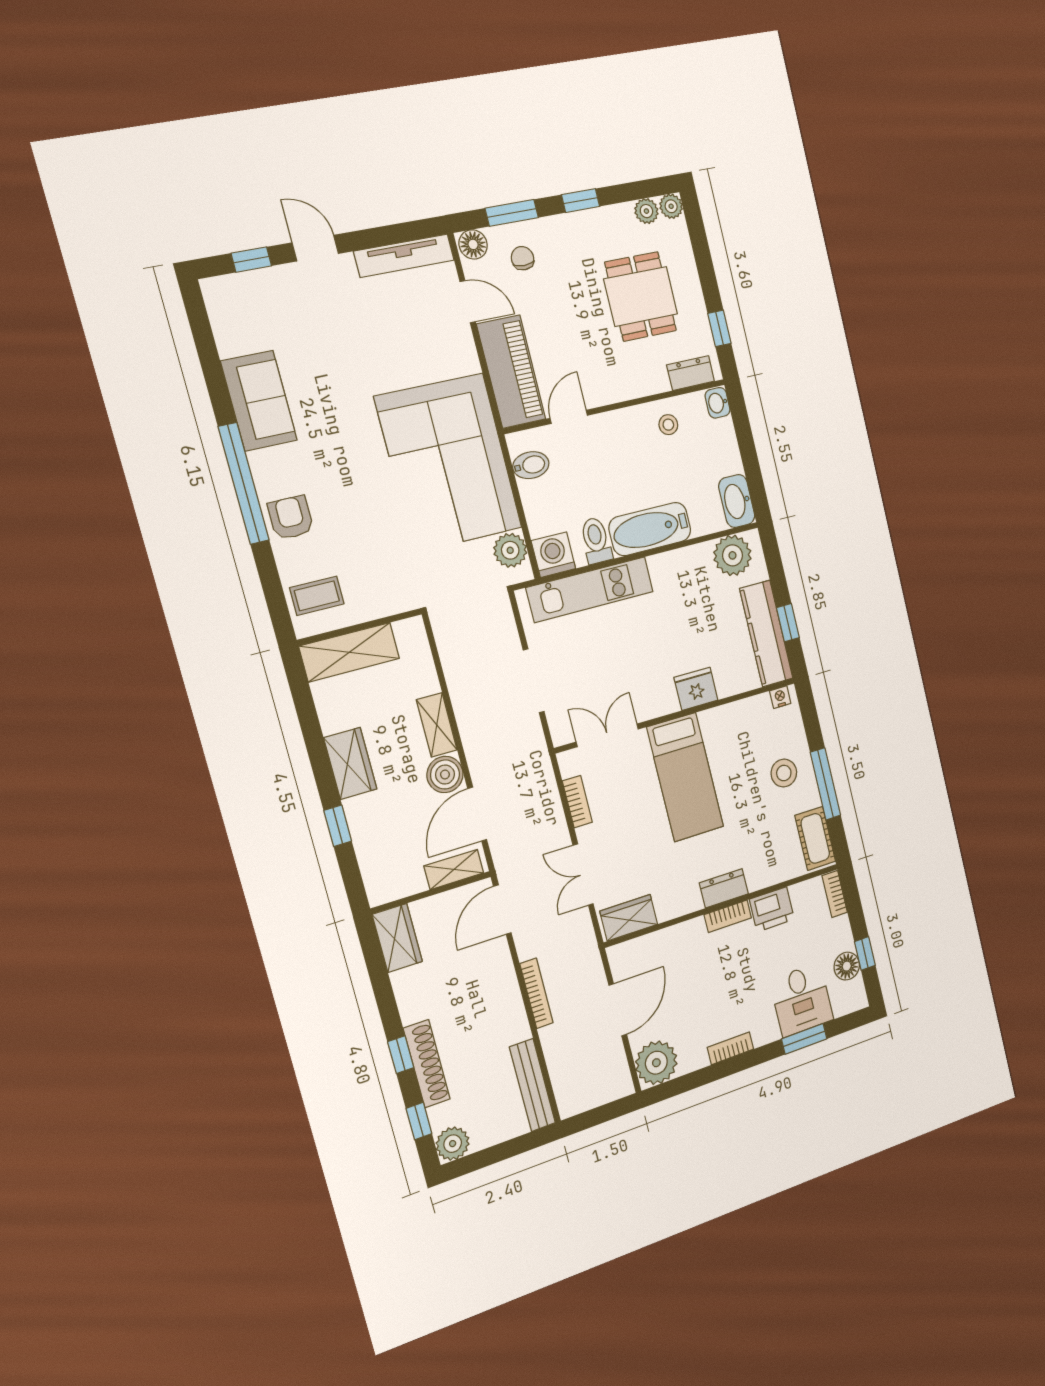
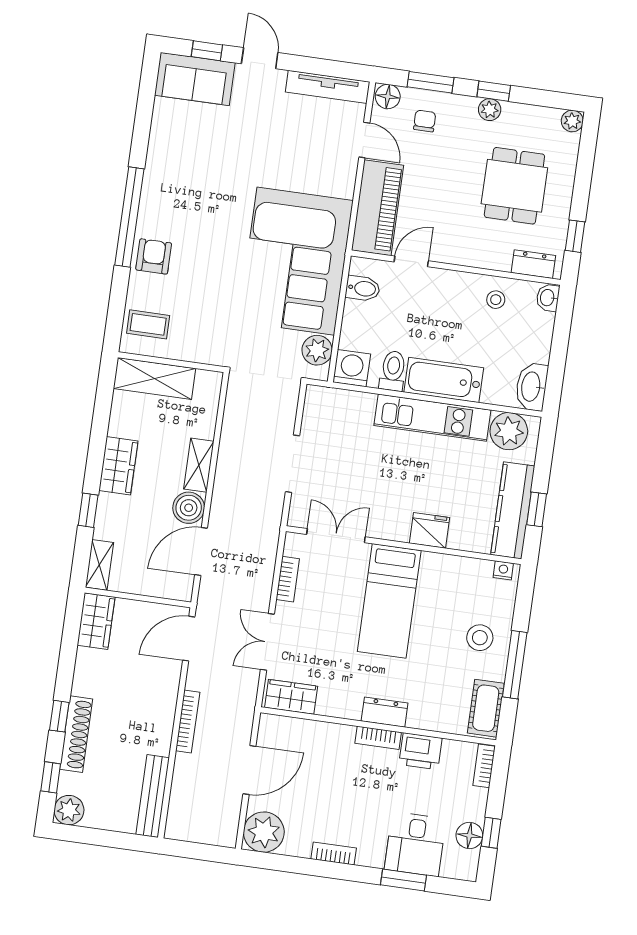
plant: (646, 211) -> (490, 110), moved
sofa: (259, 401) -> (195, 79), moved, turned 90
kitchen unit: (590, 590) -> (432, 418), moved
shelving: (454, 869) -> (99, 565), moved, turned 90

